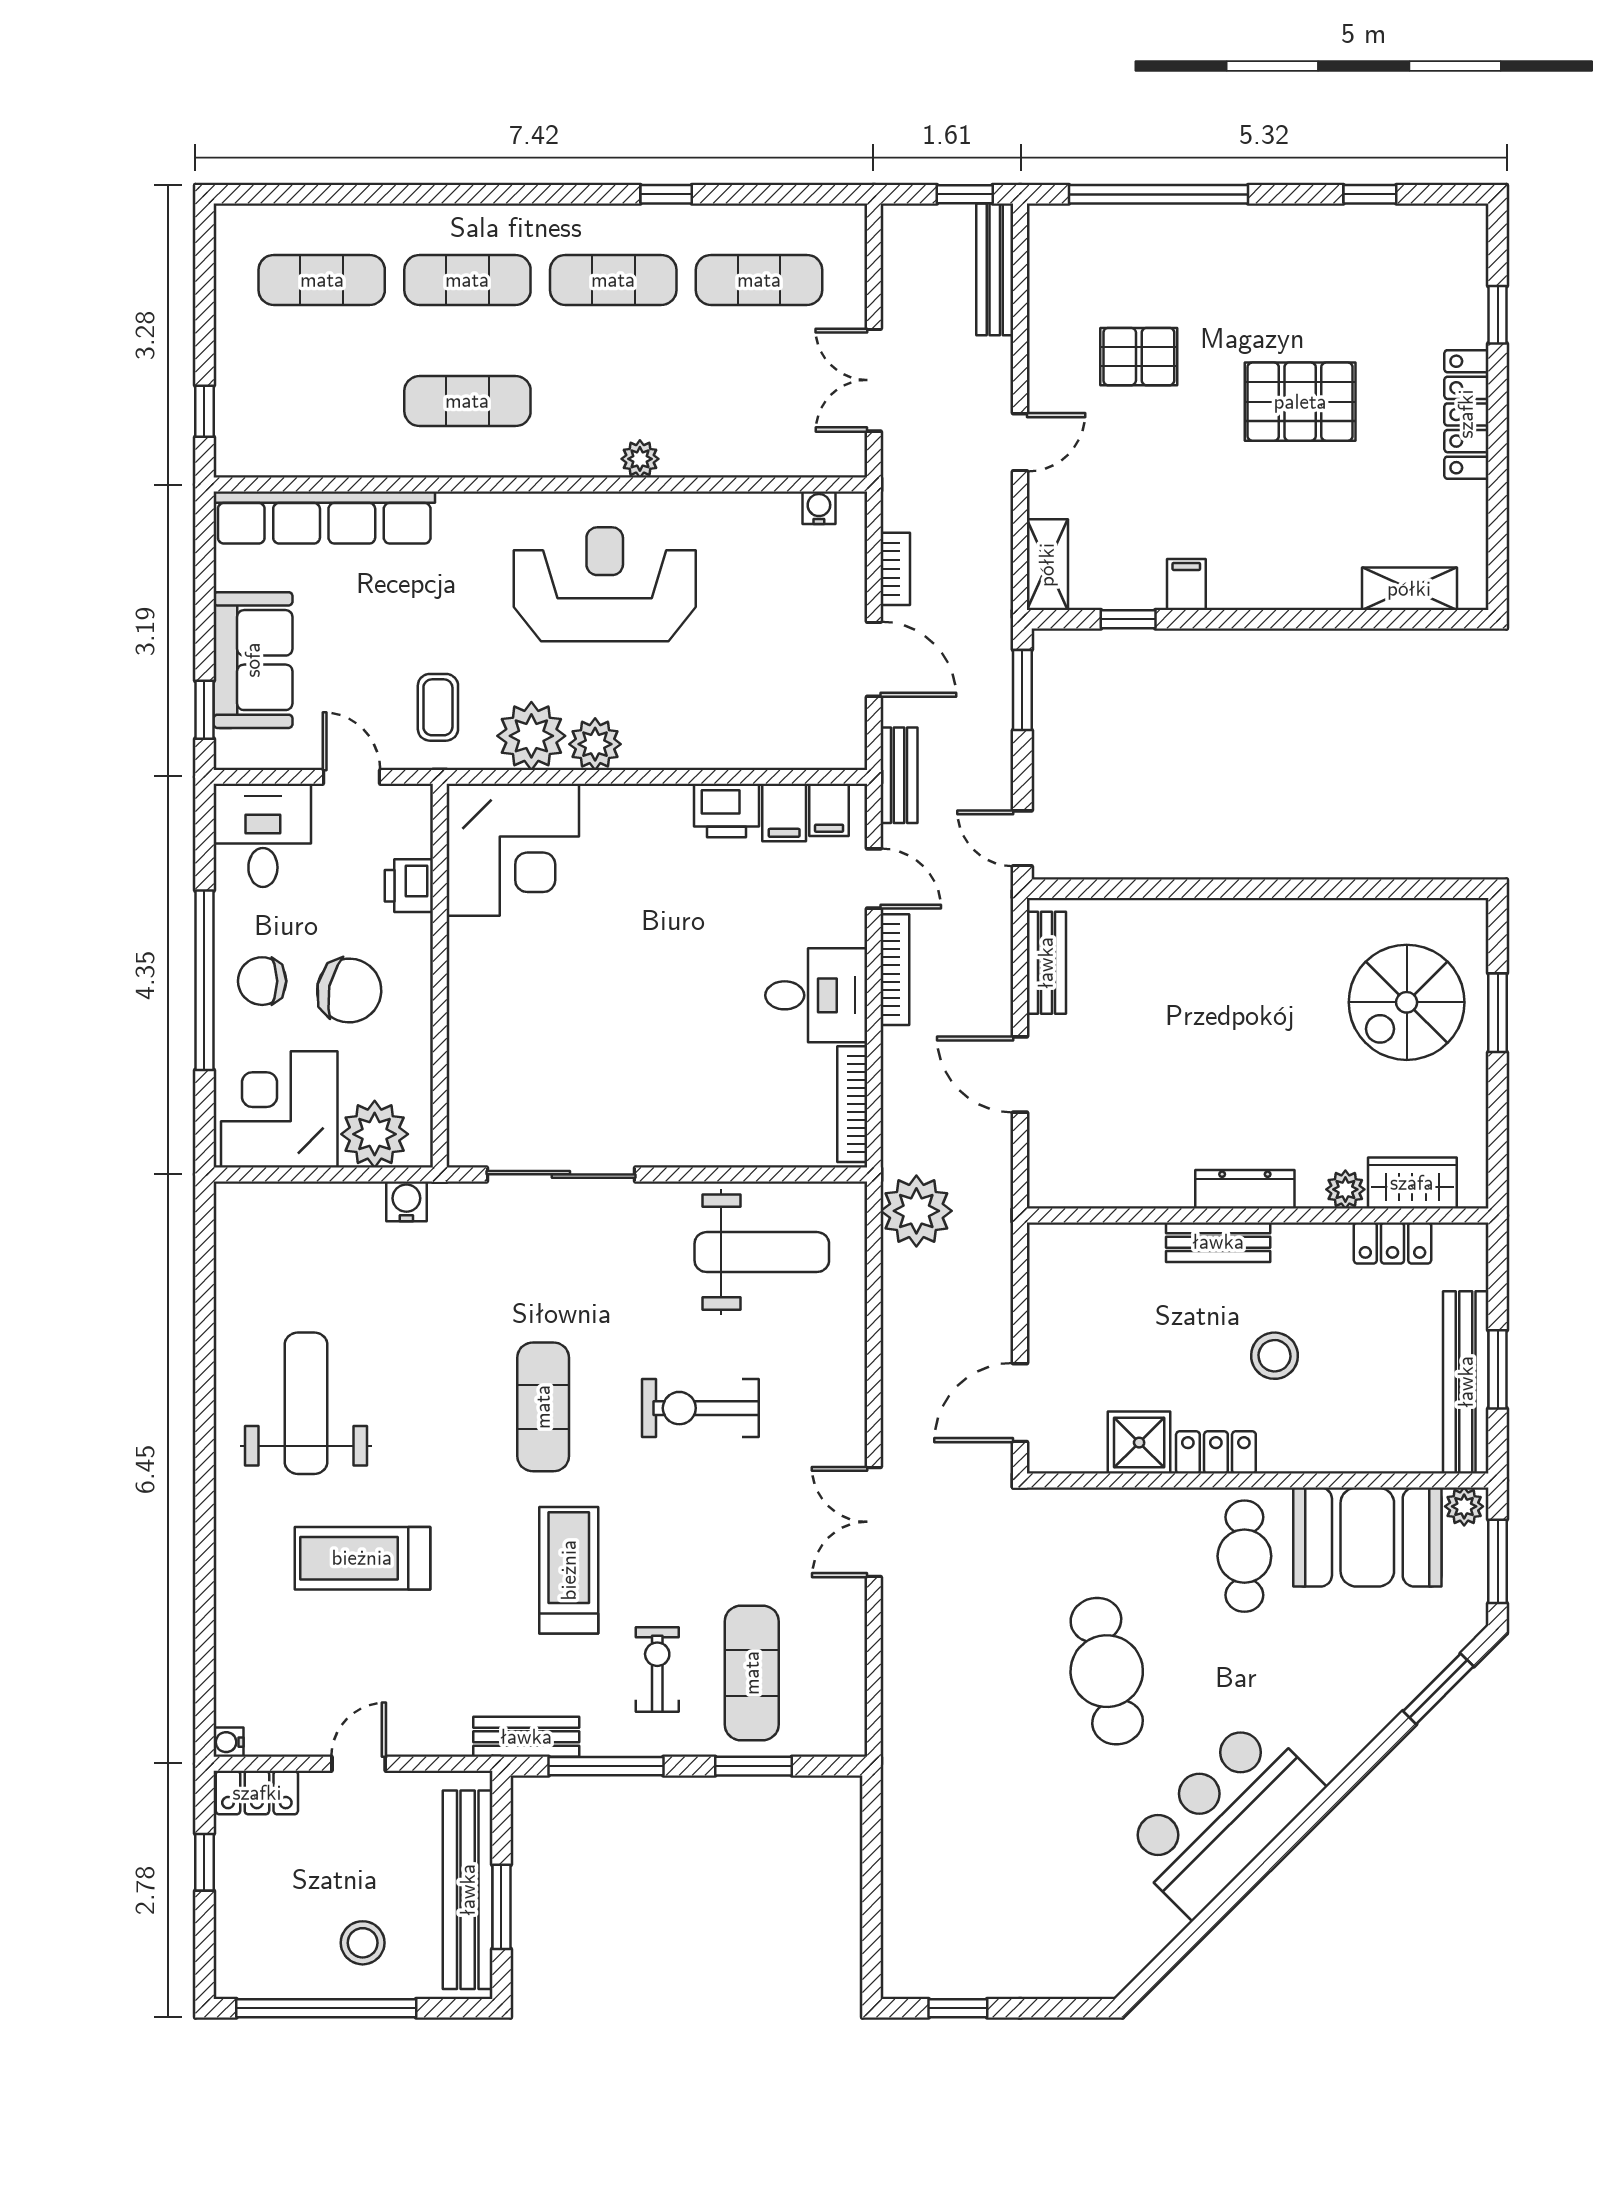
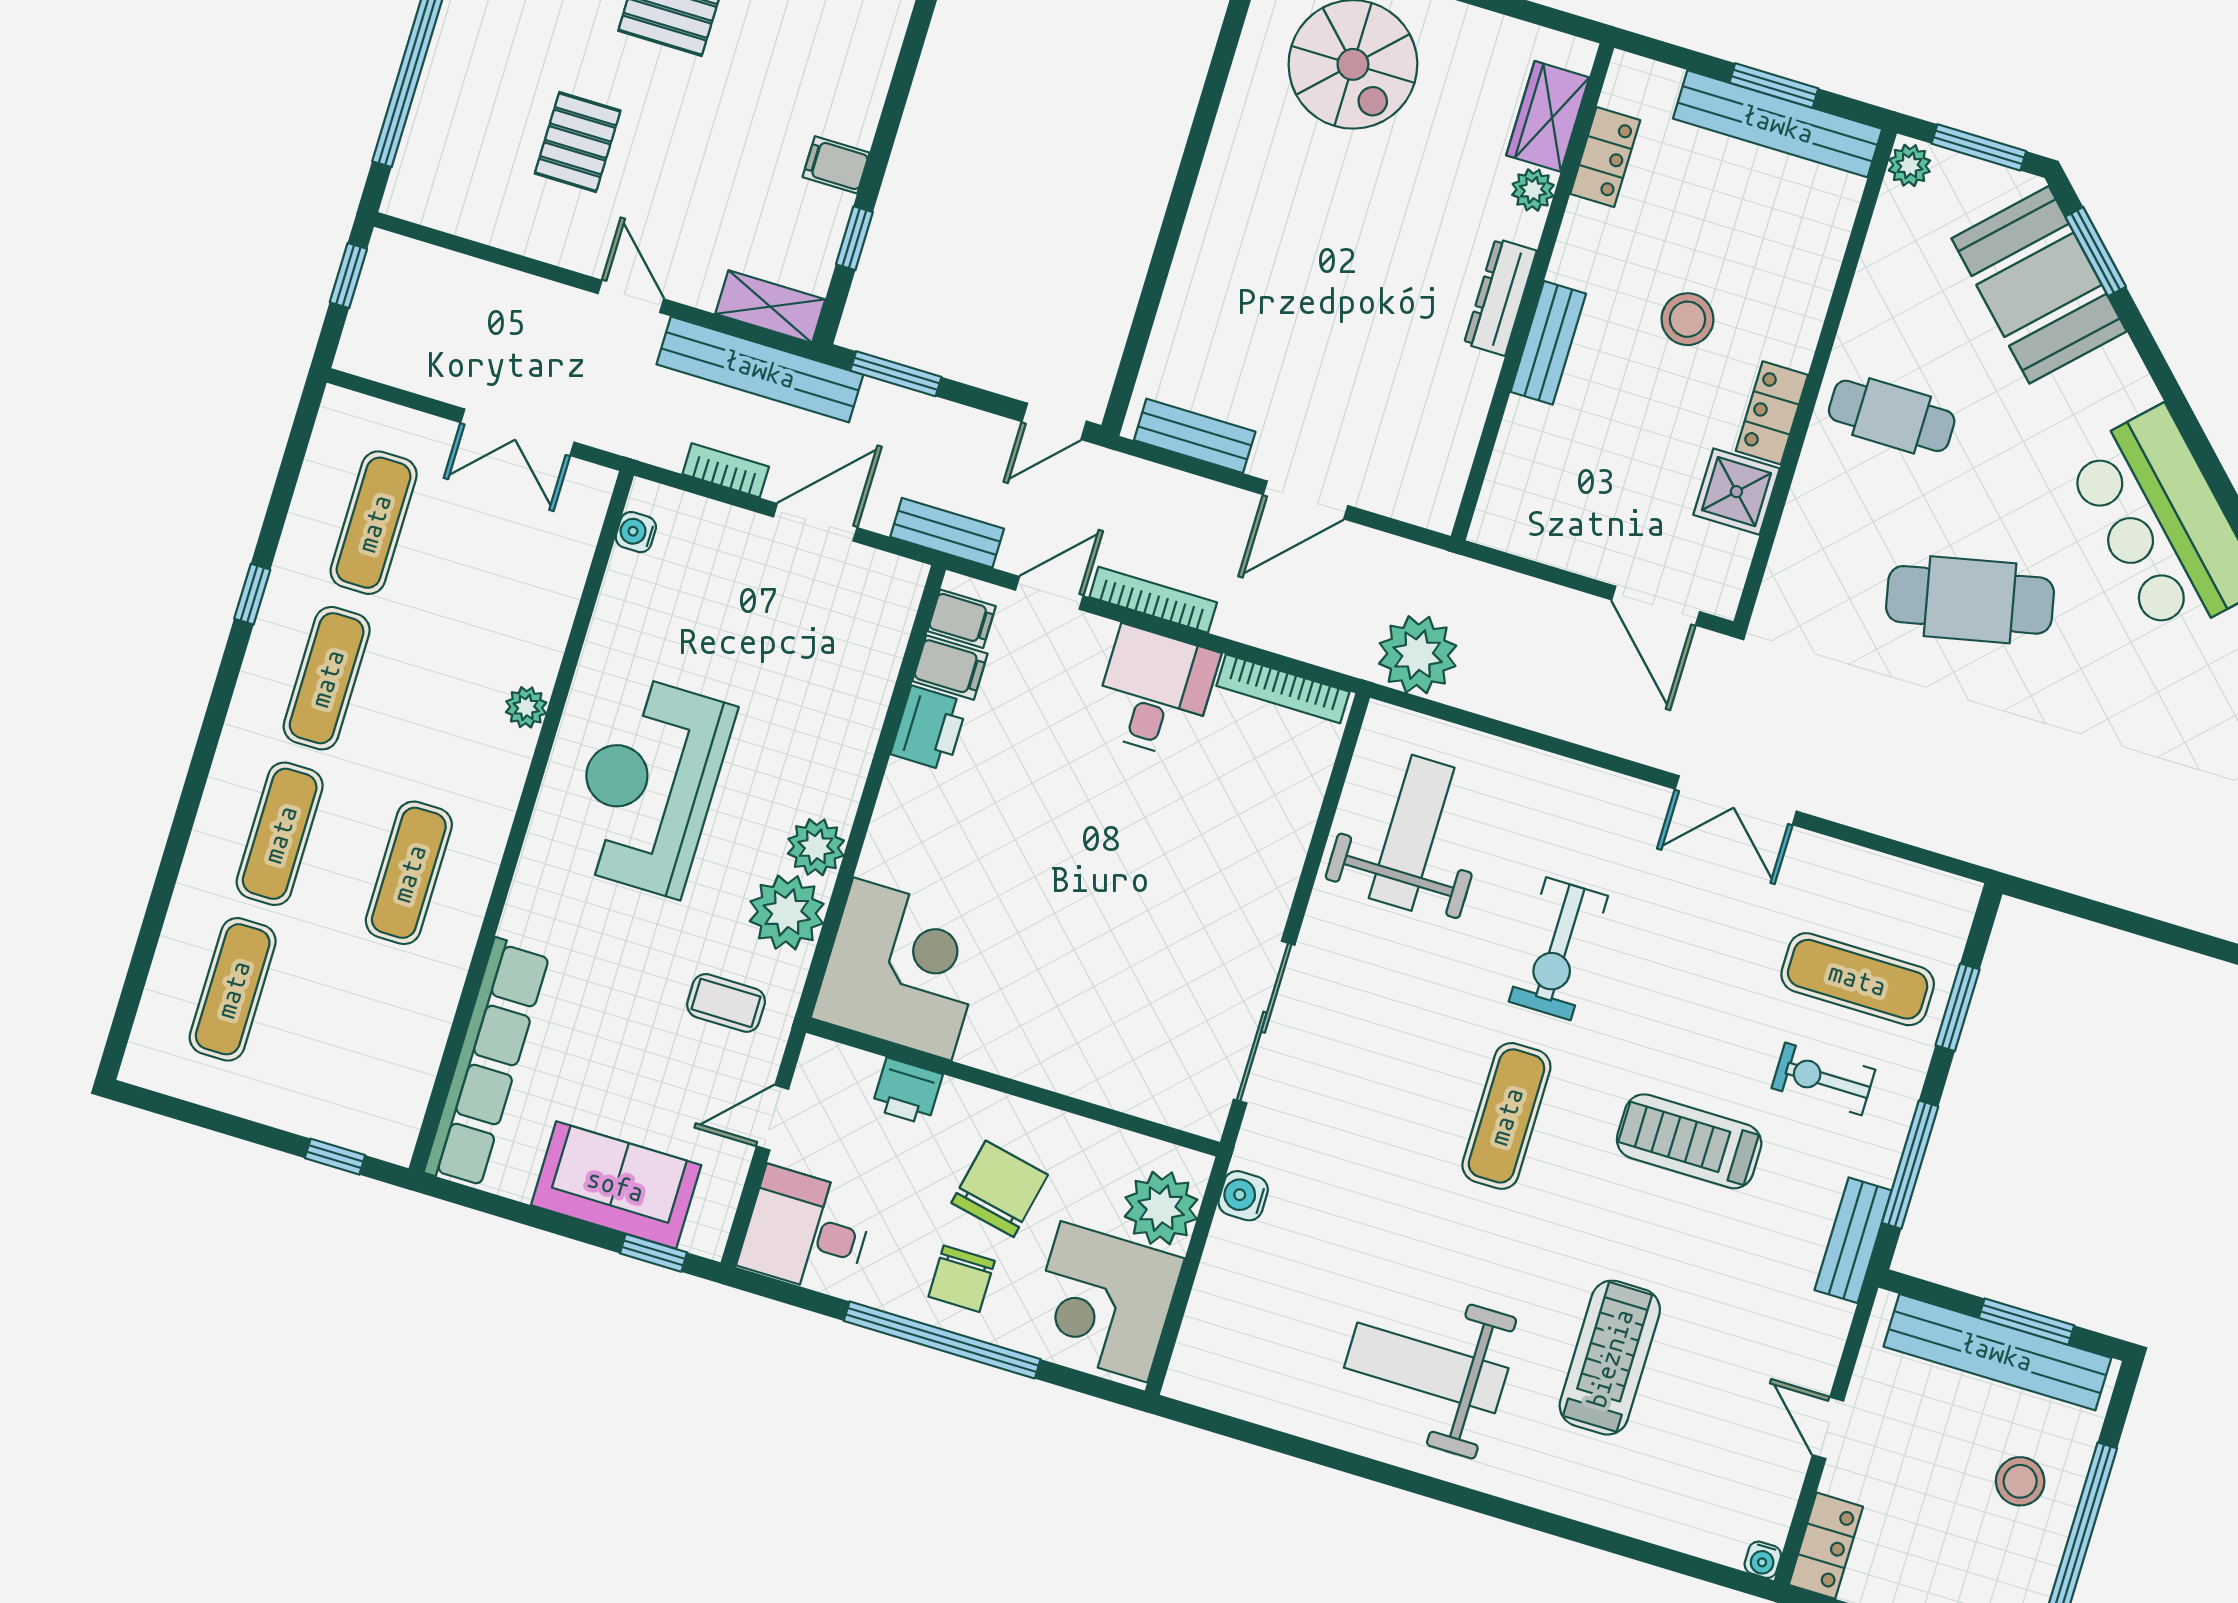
bench: (995, 269) -> (760, 369), moved, width x1.37, depth x1.21
exercise mat: (543, 1407) -> (1506, 1116), turned 90
booth: (1367, 1537) -> (2039, 285), moved, turned -45
treadmill: (362, 1558) -> (1610, 1358), turned 180

